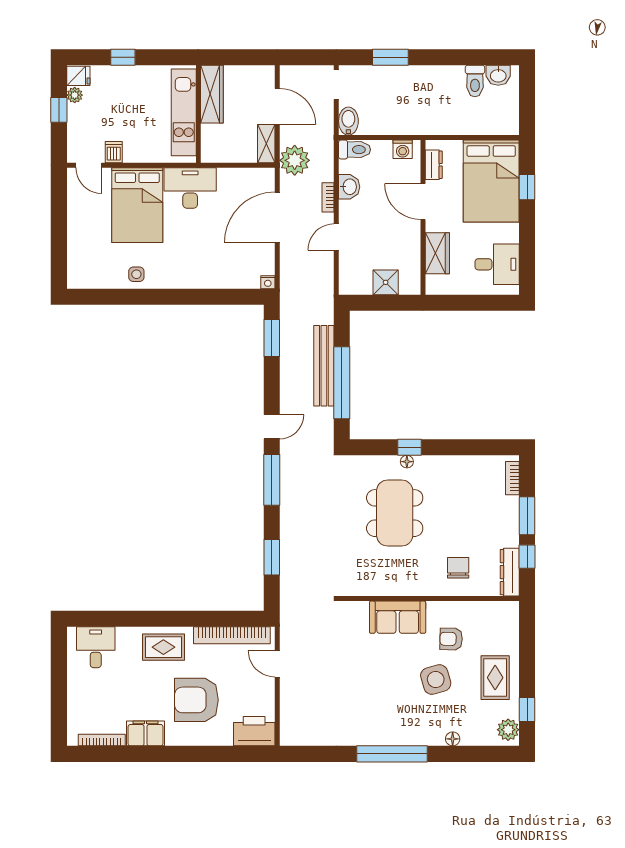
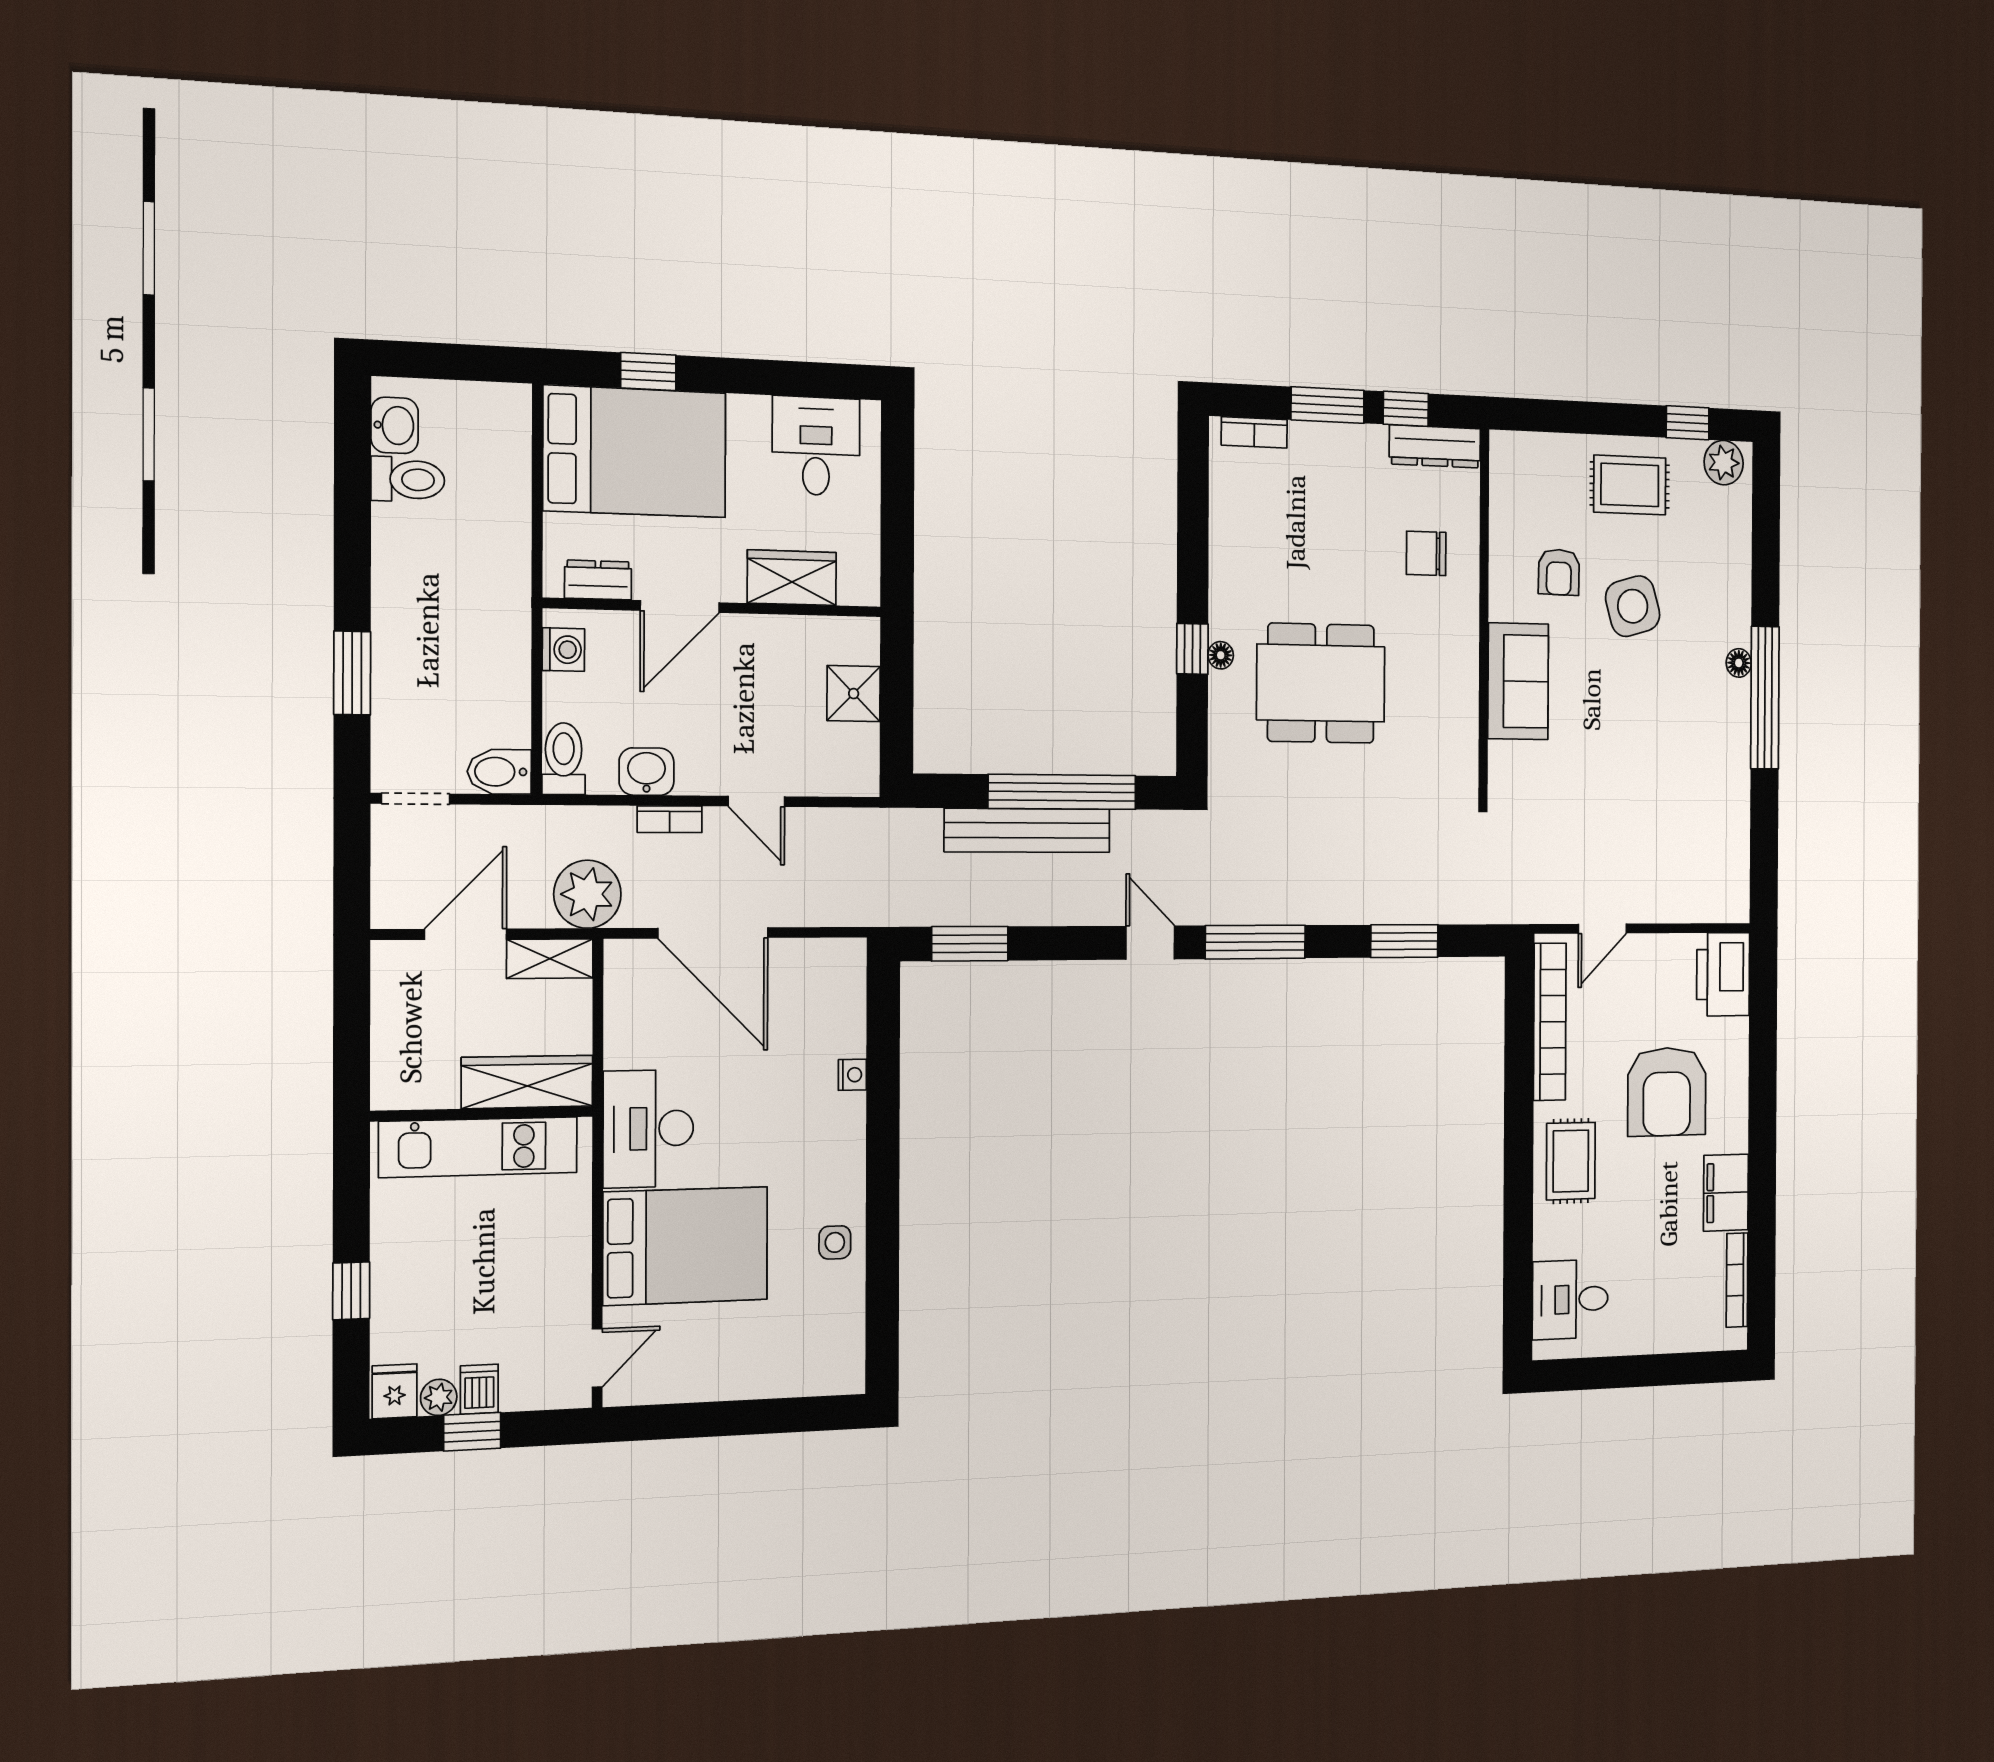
wardrobe: (212, 94) -> (527, 1082), moved
dishwasher: (114, 152) -> (479, 1389), moved, turned 90
nightstand: (268, 282) -> (852, 1075), moved
floor lamp: (453, 739) -> (1739, 663), moved

